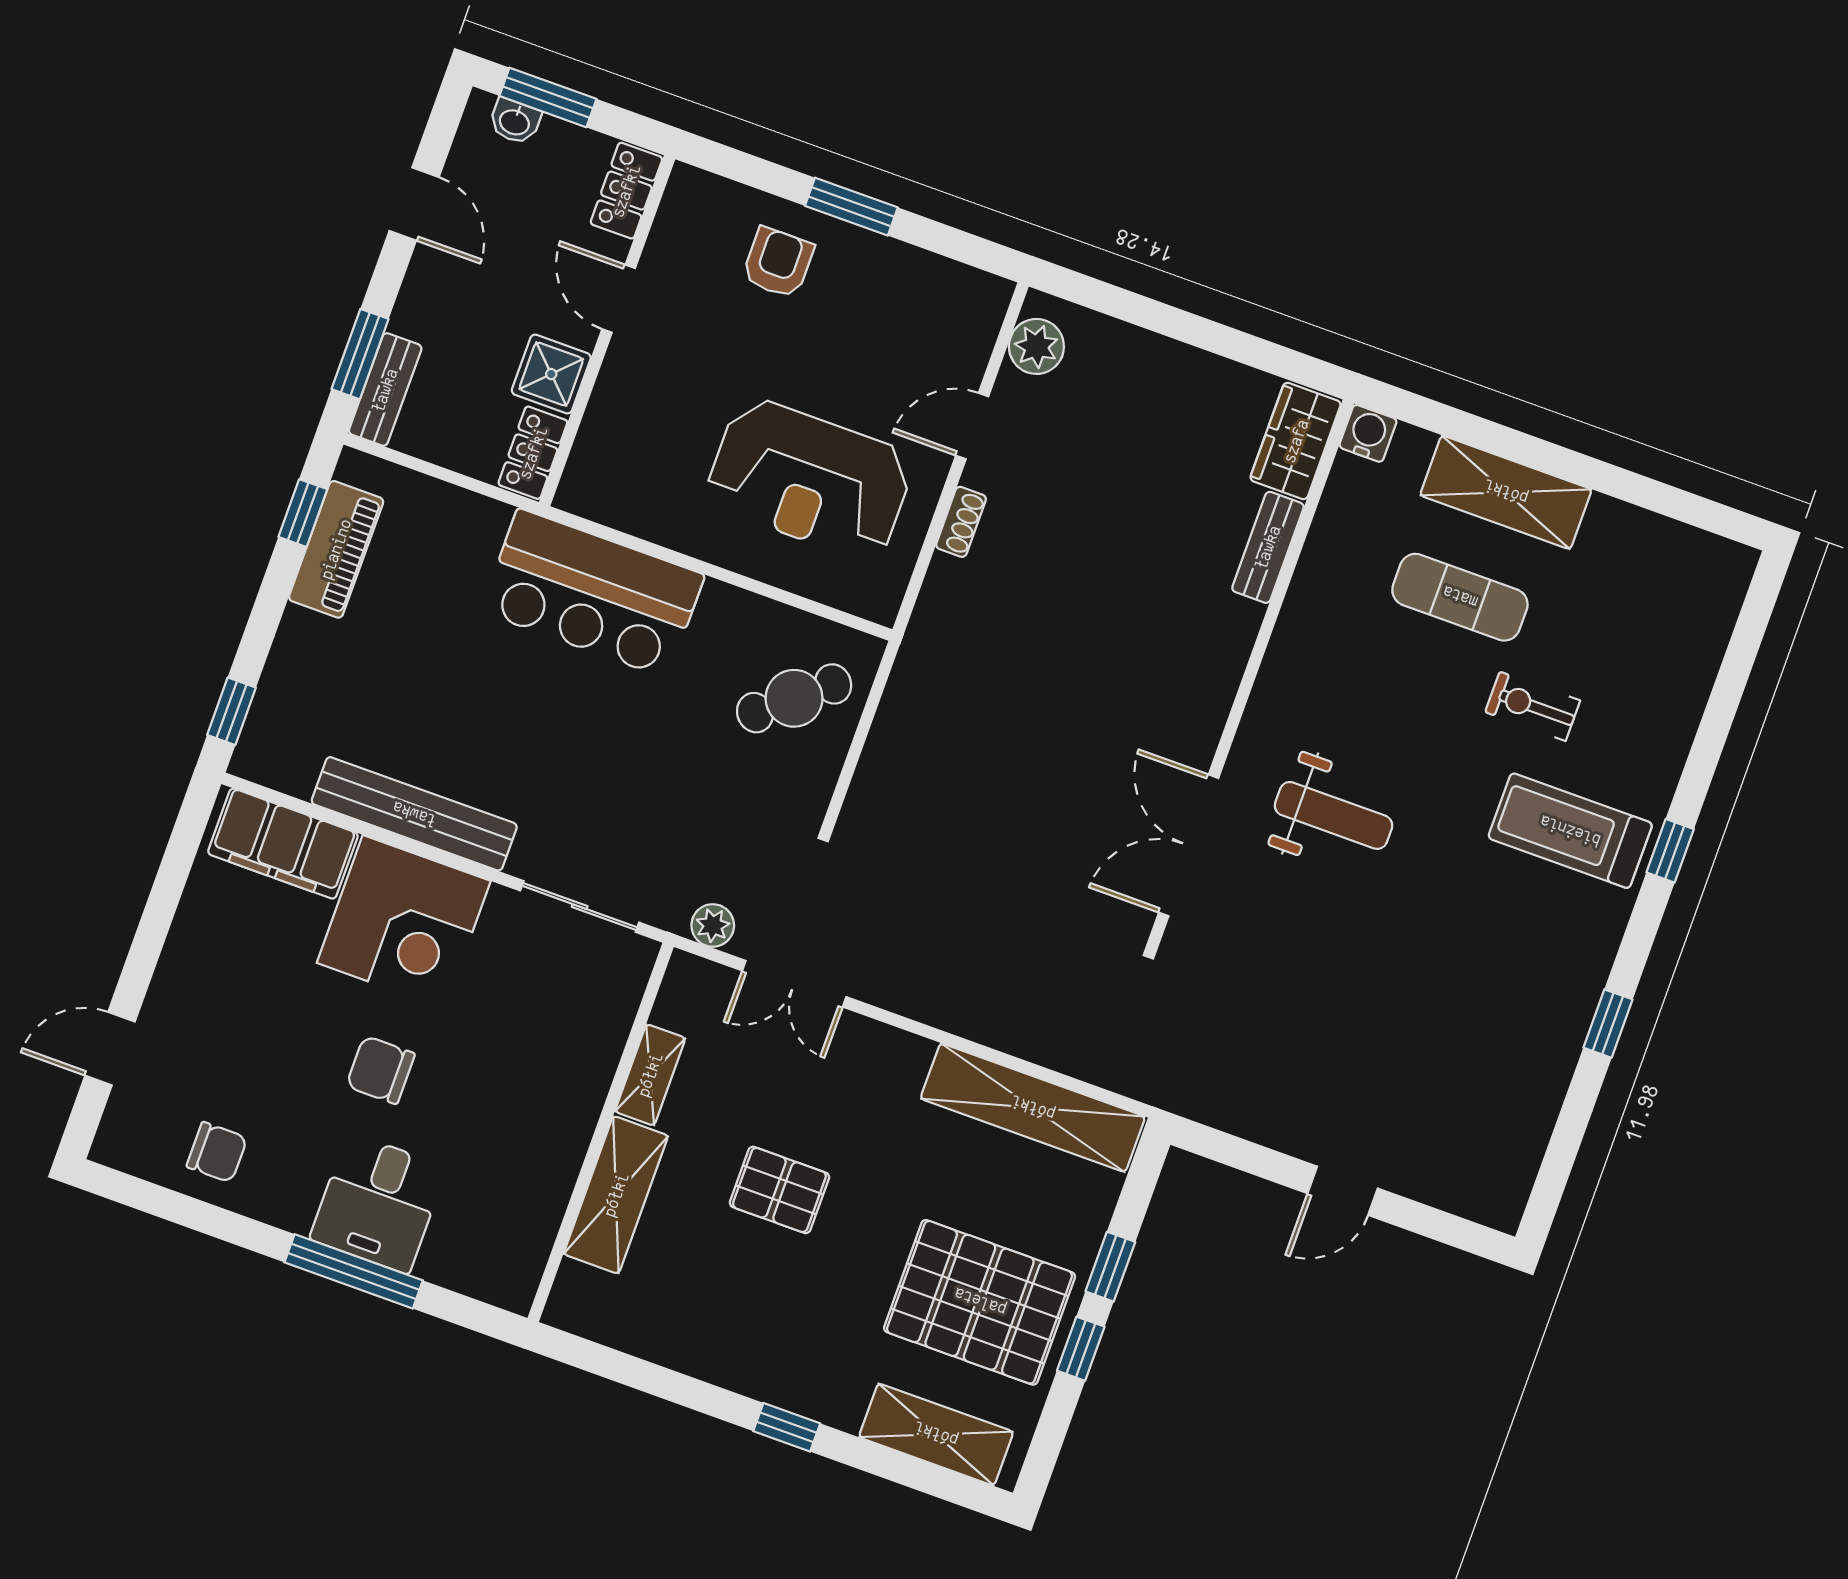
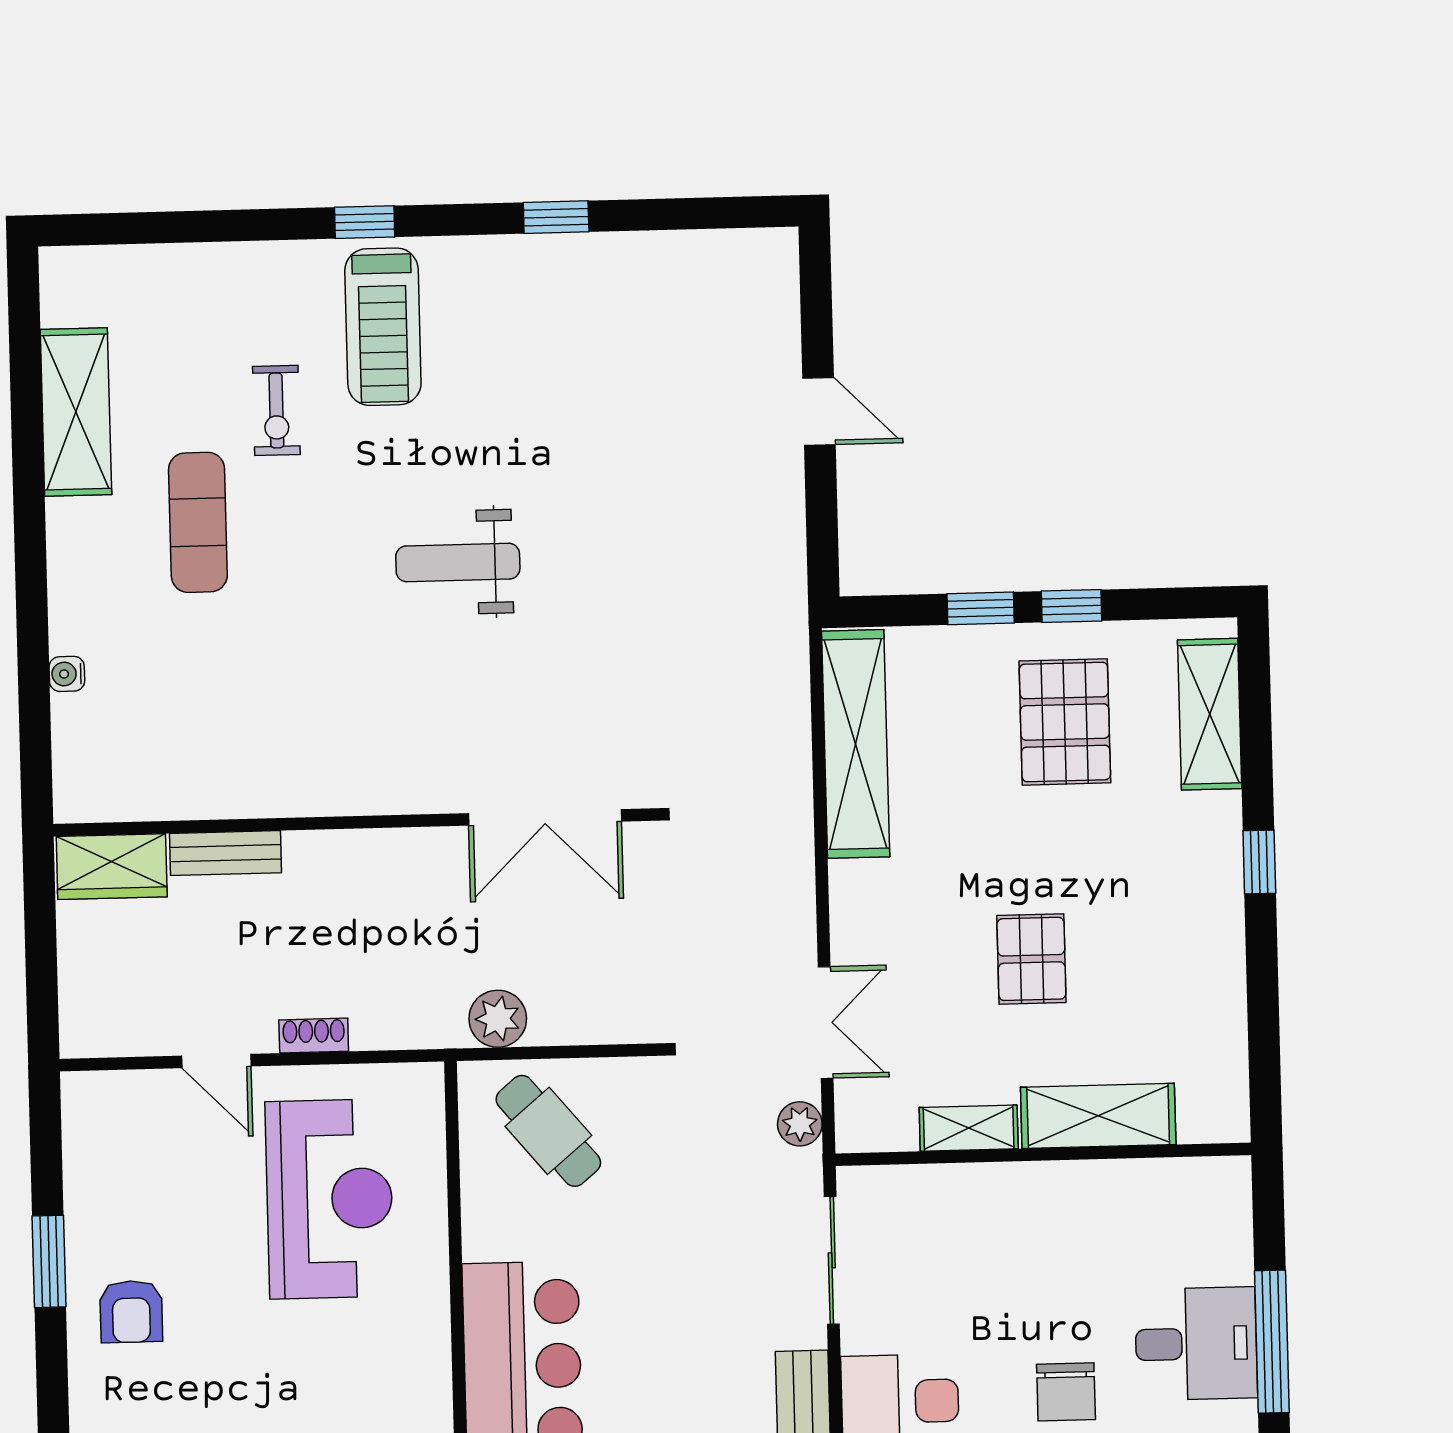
armchair: (778, 263) -> (131, 1312), turned -90
plant: (1036, 346) -> (498, 1019), moved
water cooler: (1368, 433) -> (67, 674), width x0.72, depth x0.72
wardrobe: (1296, 441) -> (112, 867), moved
shelving: (1506, 492) -> (76, 412), moved
bench: (1268, 547) -> (226, 853), moved
wall: (1250, 674) -> (355, 822), moved
weight bench: (1334, 815) -> (458, 562), turned -90
double door: (1189, 845) -> (545, 817), moved
pallet: (980, 1302) -> (1065, 722), width x0.73, depth x0.71

